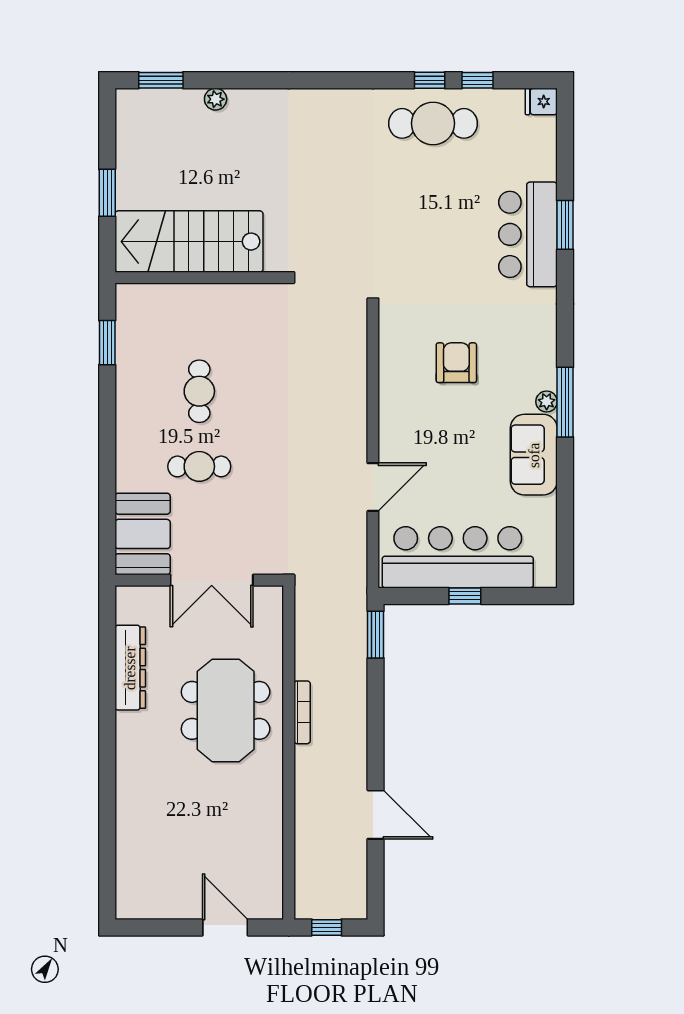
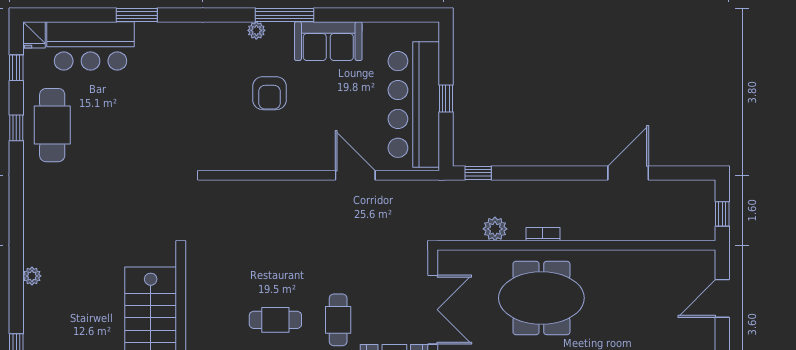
window: (478, 80) -> (16, 68), moved
plant: (216, 99) -> (32, 276), moved
bar counter: (528, 234) -> (91, 46), moved
armchair: (456, 363) -> (269, 93), moved, turned -90
plant: (547, 402) -> (256, 30), moved
window: (376, 635) -> (478, 173), width x0.67
plant: (309, 655) -> (495, 229), added
bookcase: (302, 712) -> (543, 234), width x0.64

